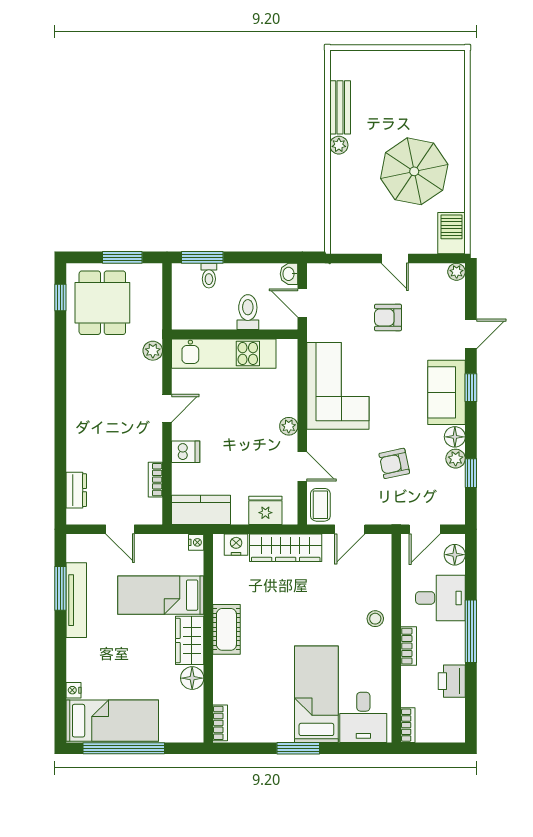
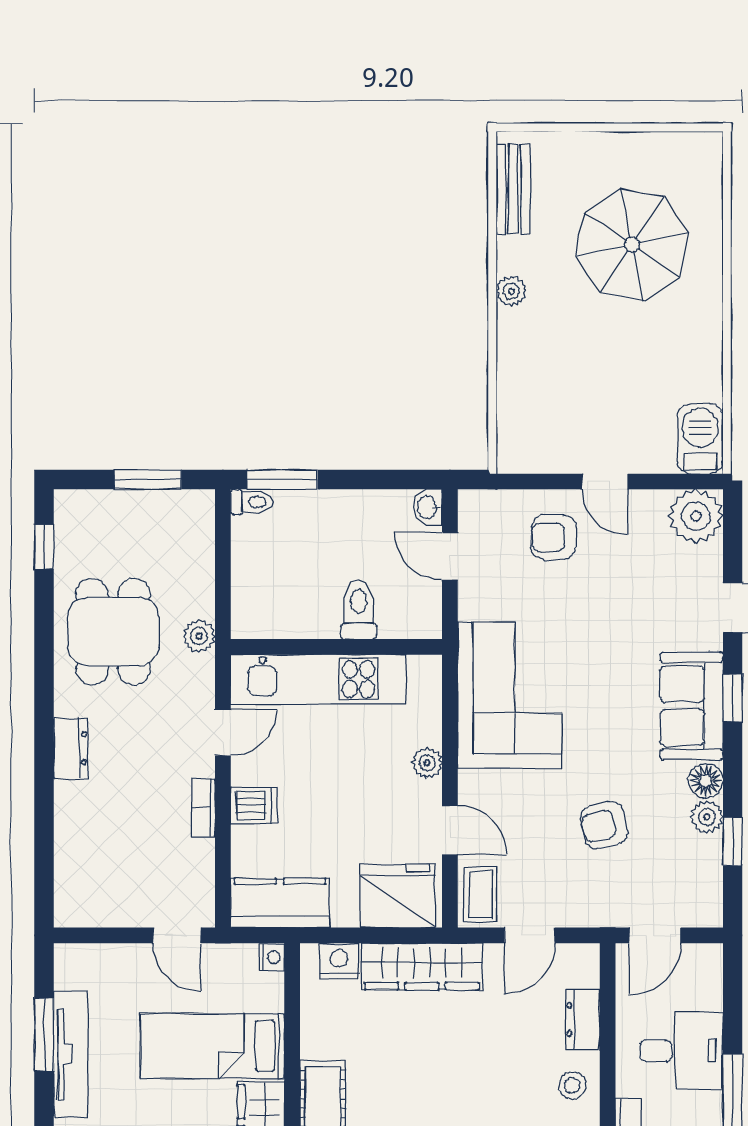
bench: (340, 107) -> (513, 189), moved
parasol: (414, 171) -> (632, 245), moved
plant: (457, 272) -> (696, 516), width x1.87, depth x1.87
toilet: (209, 276) -> (251, 502), moved, turned -90
dining table: (102, 303) -> (113, 632), moved
toilet: (248, 312) -> (359, 610), moved
armchair: (388, 317) -> (553, 537), moved
wall: (235, 334) -> (336, 647), moved
kitchen unit: (224, 354) -> (318, 679), moved
bookcase: (155, 480) -> (203, 808), moved
dresser: (76, 490) -> (71, 748), moved
fridge: (265, 510) -> (398, 896), width x1.36, depth x1.34
door: (120, 529) -> (177, 935), moved
floor lamp: (455, 555) -> (706, 978), removed
dresser: (382, 579) -> (583, 1020), added

